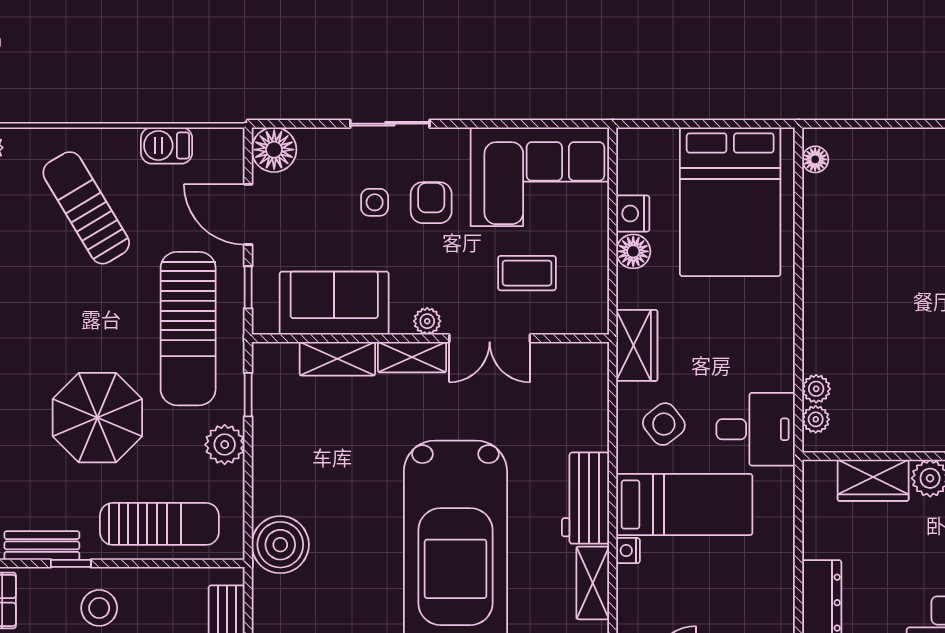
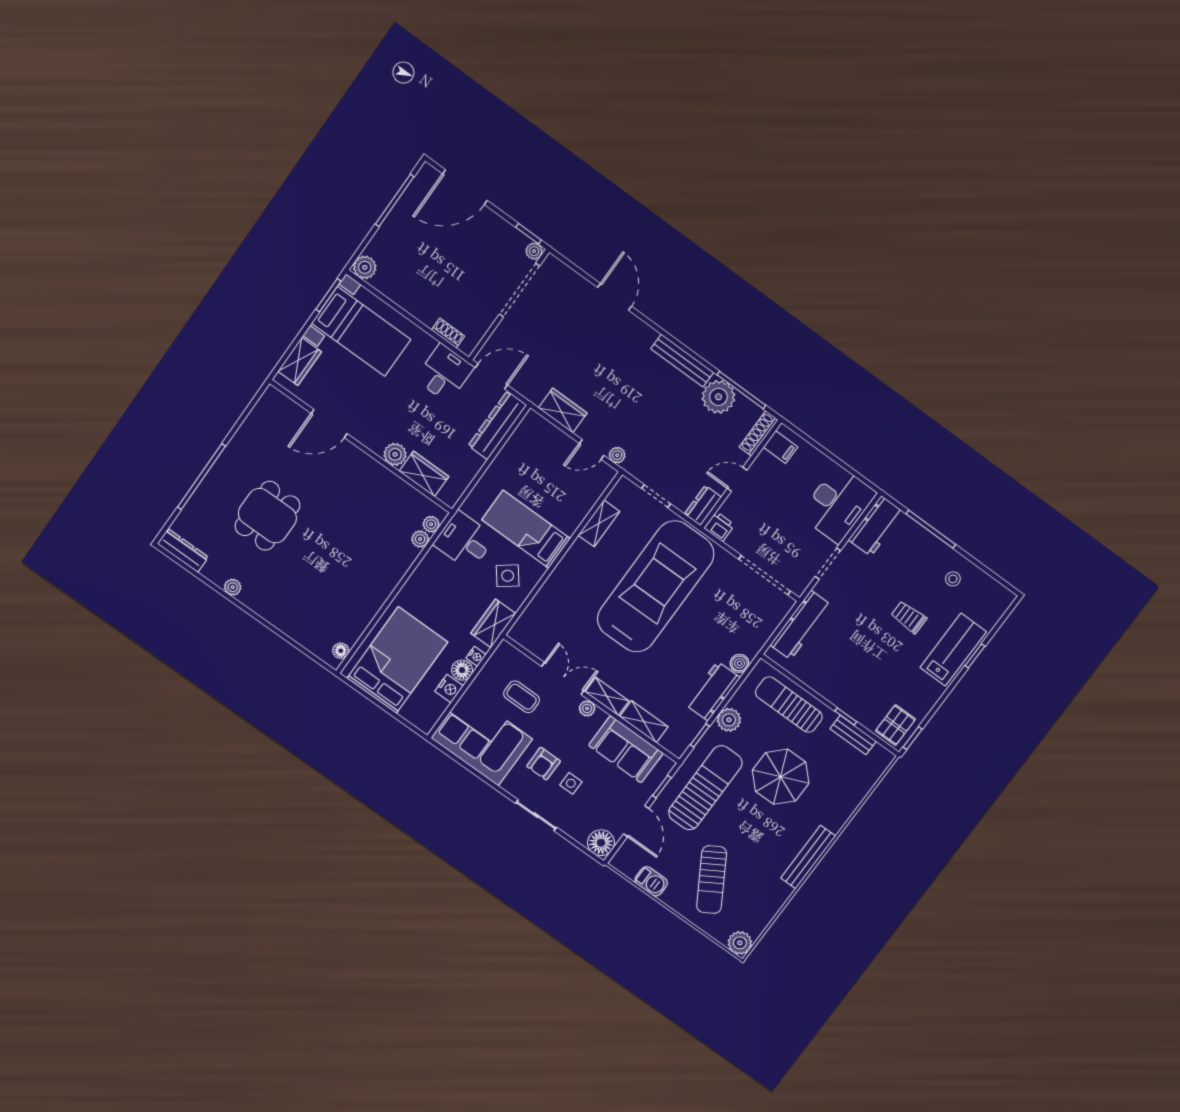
workbench: (586, 498) -> (713, 691), moved, turned 180
boiler: (280, 545) -> (739, 663), width x0.54, depth x0.54
nightstand: (628, 551) -> (476, 656), moved
stool: (99, 608) -> (848, 685), removed

